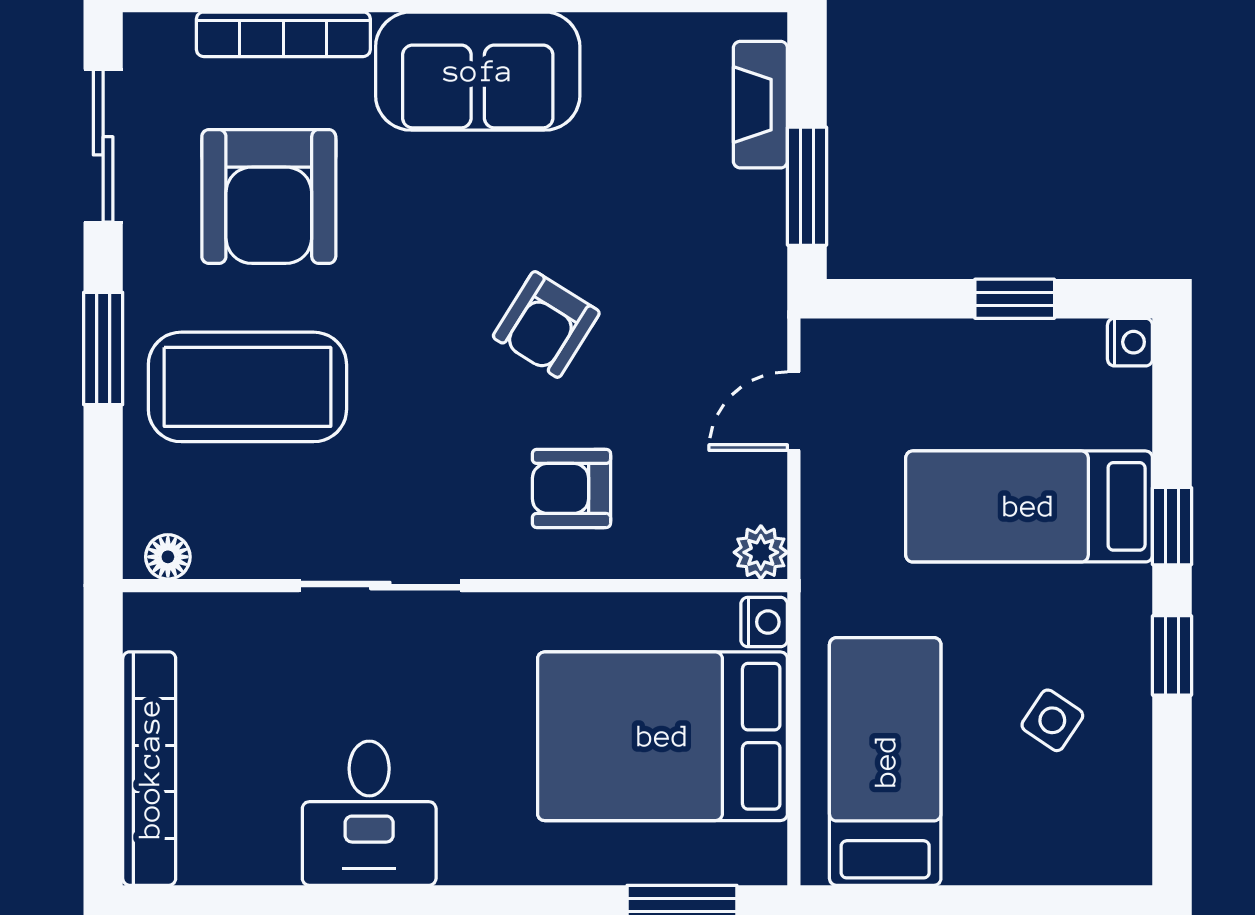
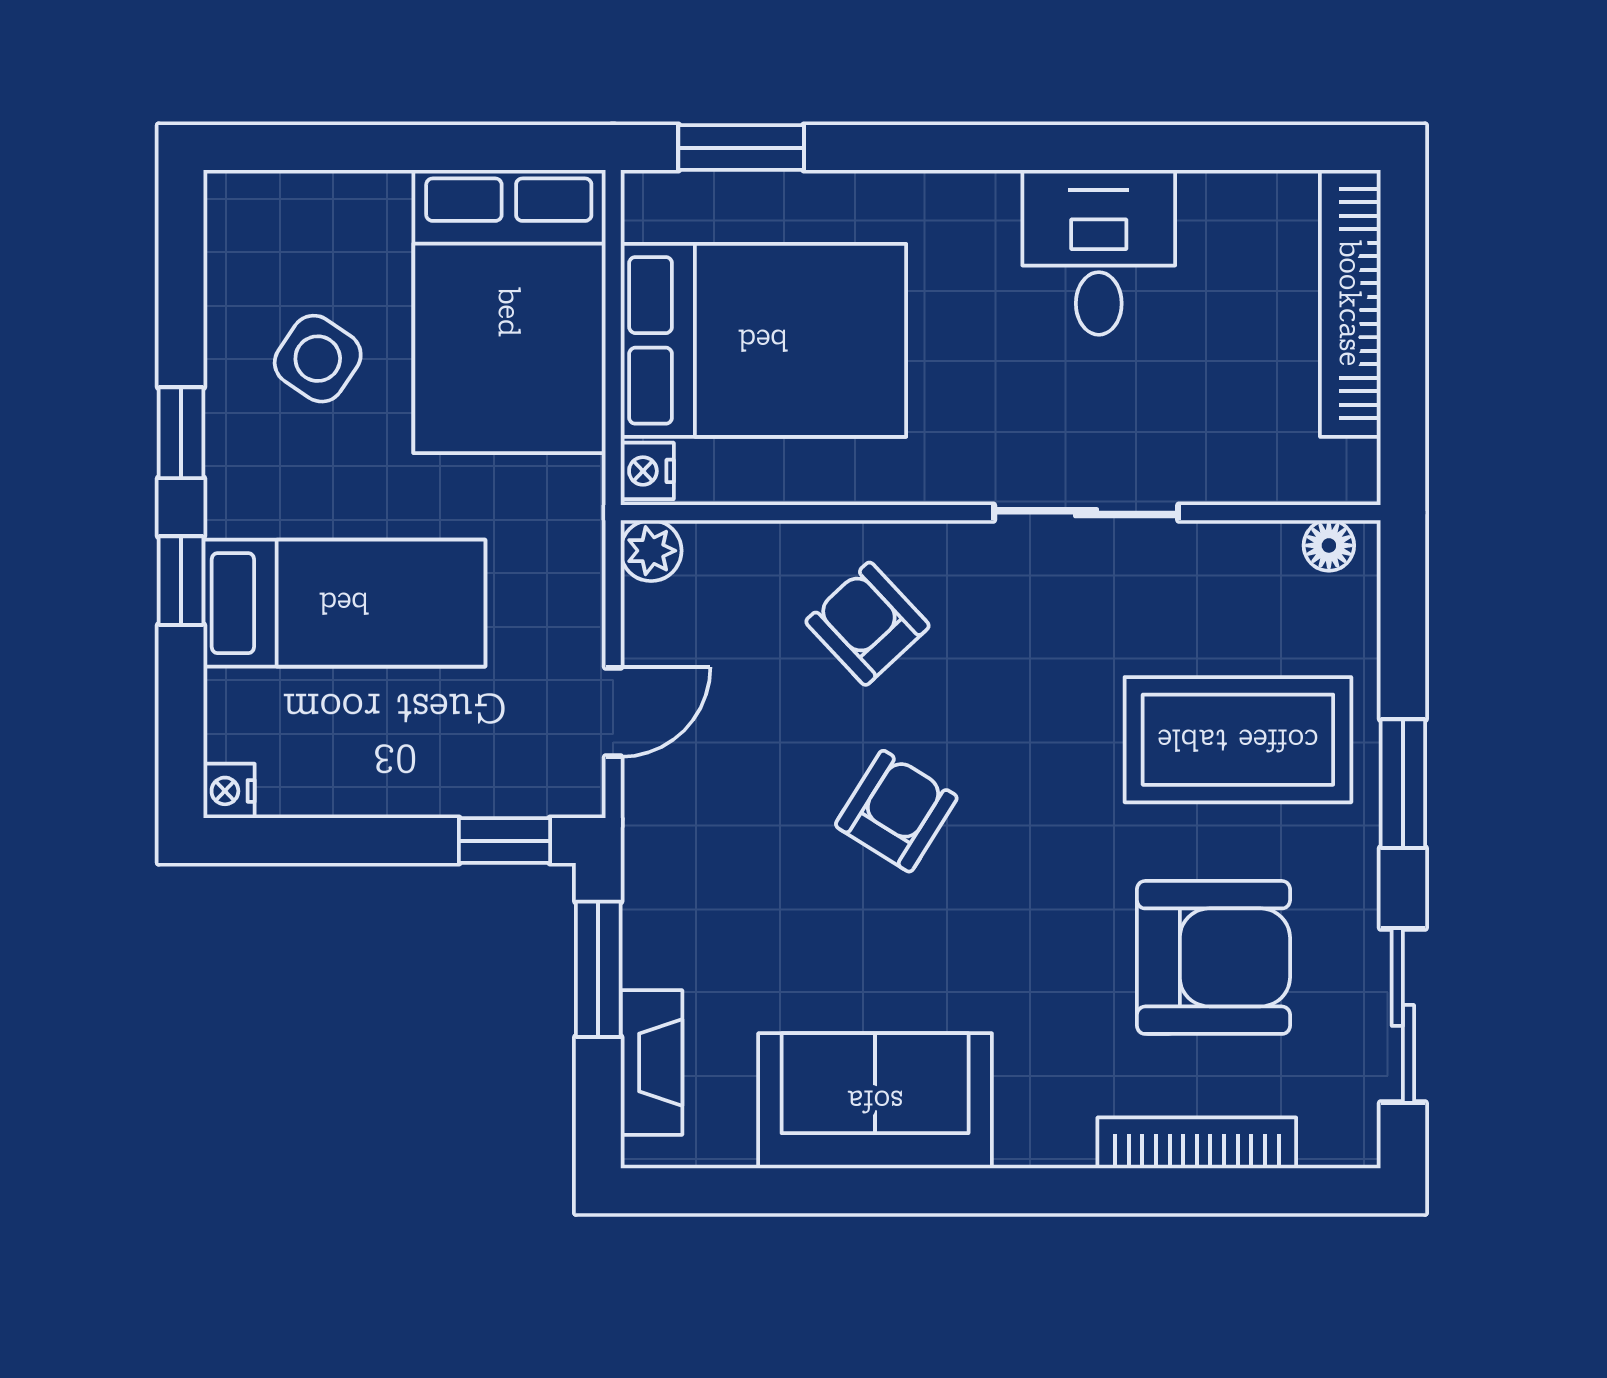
sofa: (478, 71) -> (875, 1101), moved
armchair: (269, 197) -> (1213, 957), turned 90
window: (1015, 299) -> (505, 841), moved
armchair: (571, 488) -> (868, 624), turned -133
side table: (1052, 720) -> (318, 359), width x1.37, depth x1.37
bed: (885, 761) -> (509, 312), width x1.50

